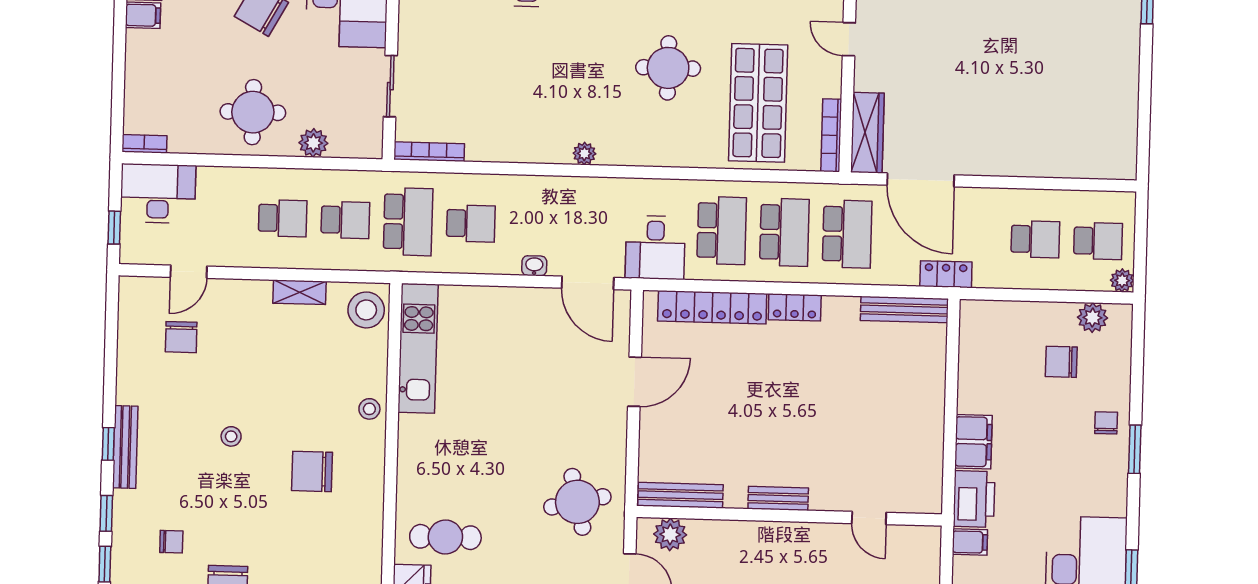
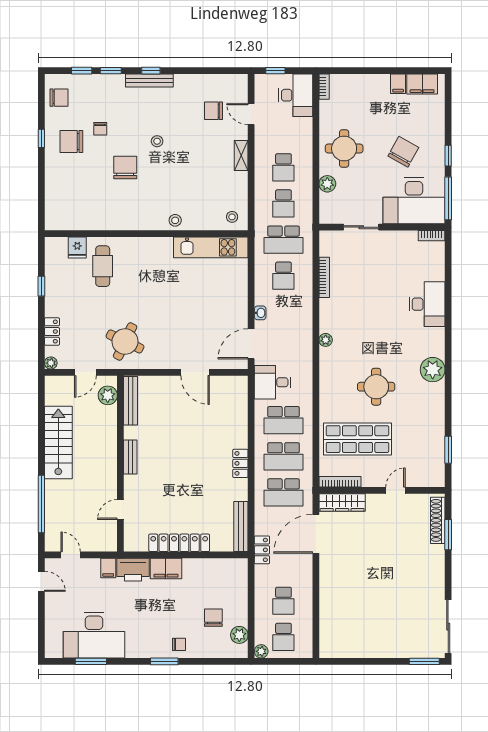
bookcase: (429, 152) -> (324, 277), moved
shelving: (299, 292) -> (241, 156), moved
locker: (712, 307) -> (179, 543), moved, turned 90
stool: (366, 310) -> (232, 217), width x0.53, depth x0.53
chair: (312, 471) -> (125, 168), moved
round table: (577, 502) -> (125, 341), turned 38
chair: (171, 542) -> (100, 129), moved

